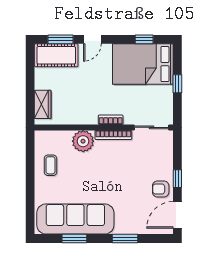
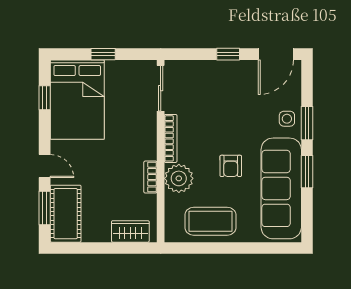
bookcase: (111, 120) -> (150, 177), moved
coffee table: (50, 165) -> (210, 221), width x1.86, depth x1.72
armchair: (161, 189) -> (231, 166), moved
door: (177, 215) -> (276, 54), hinge flipped
side table: (128, 223) -> (287, 119), added
window: (74, 239) -> (307, 172), moved

